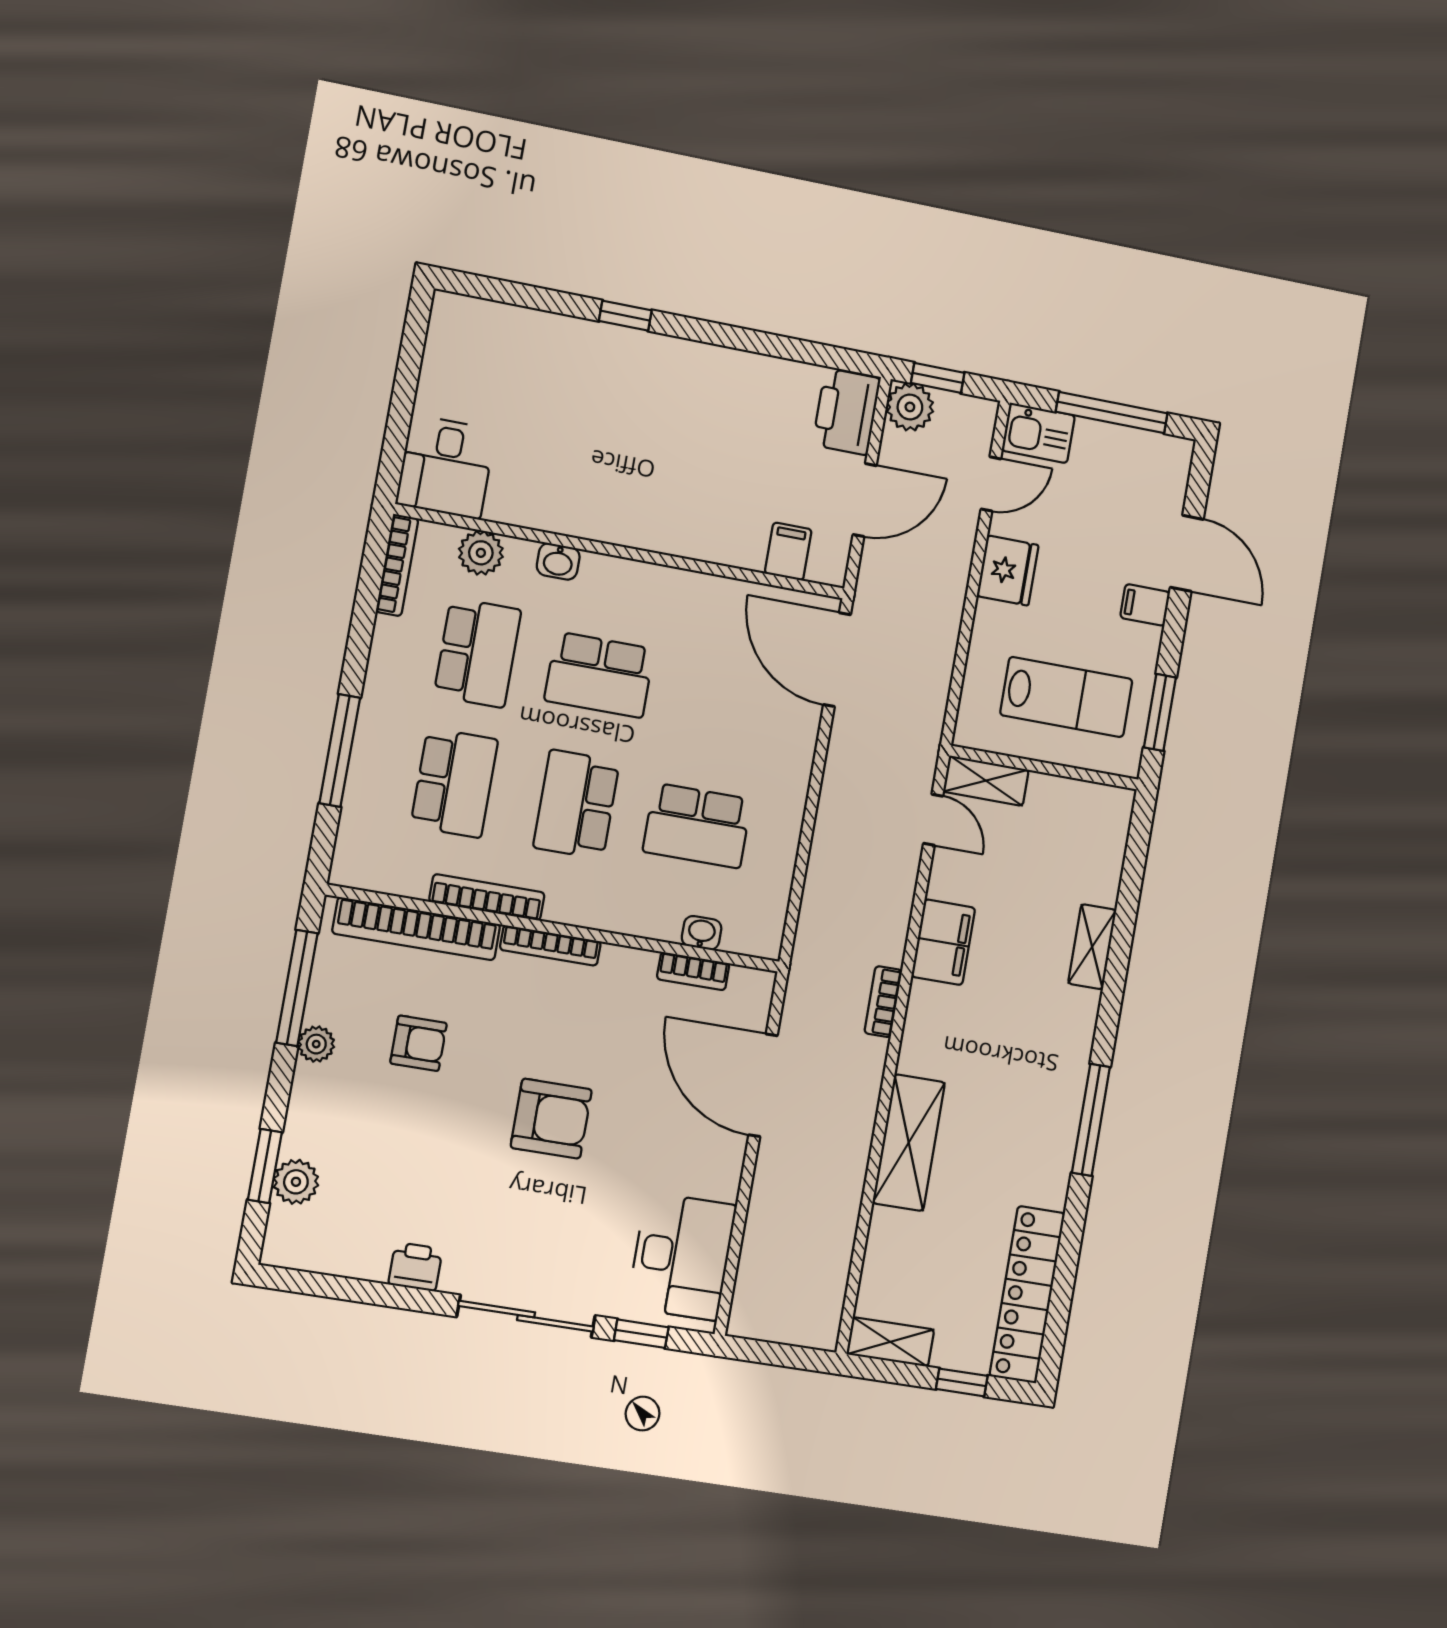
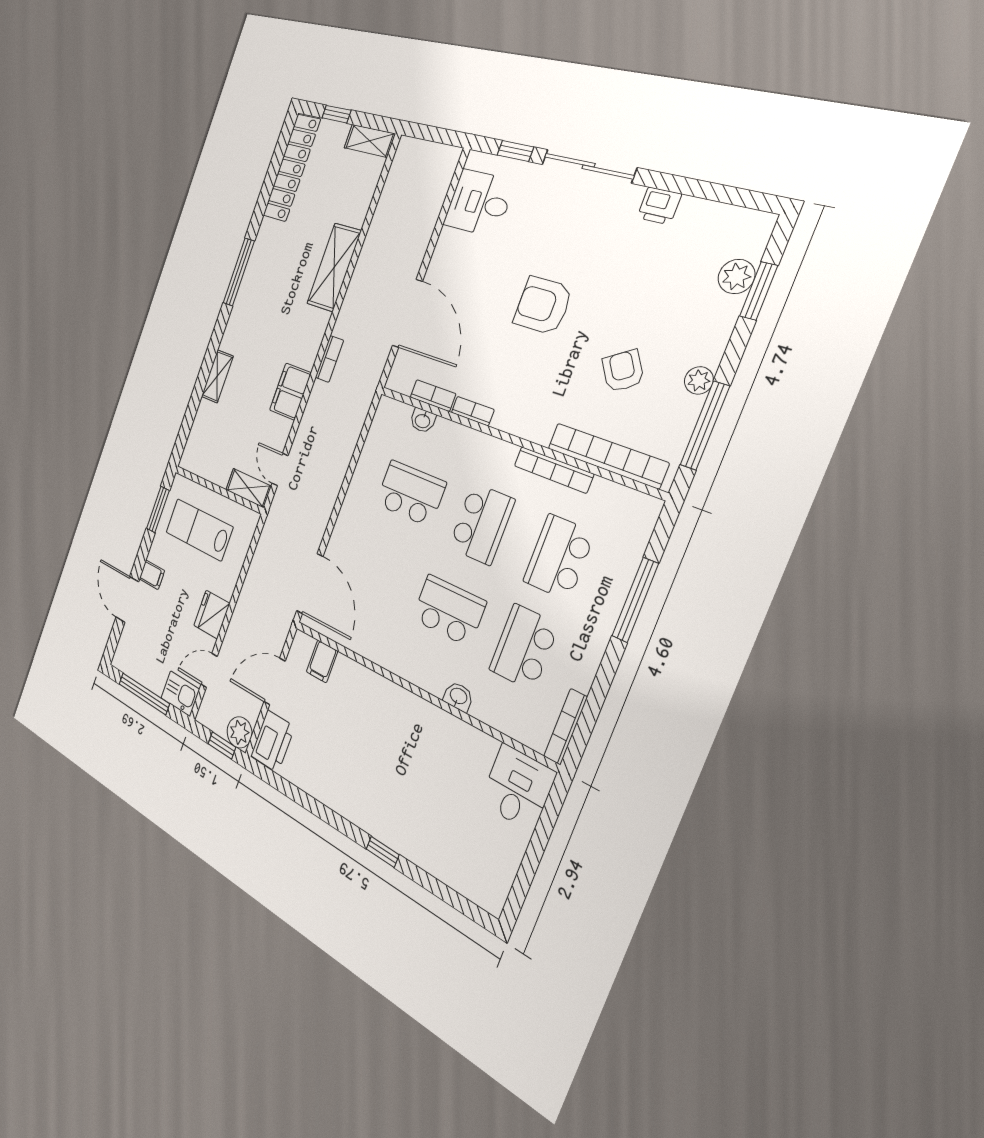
plant: (481, 553) -> (507, 718), removed
bookcase: (550, 946) -> (473, 411), moved, width x0.64
armchair: (419, 1043) -> (623, 371), turned 57
desk: (682, 1256) -> (479, 203), width x0.73

